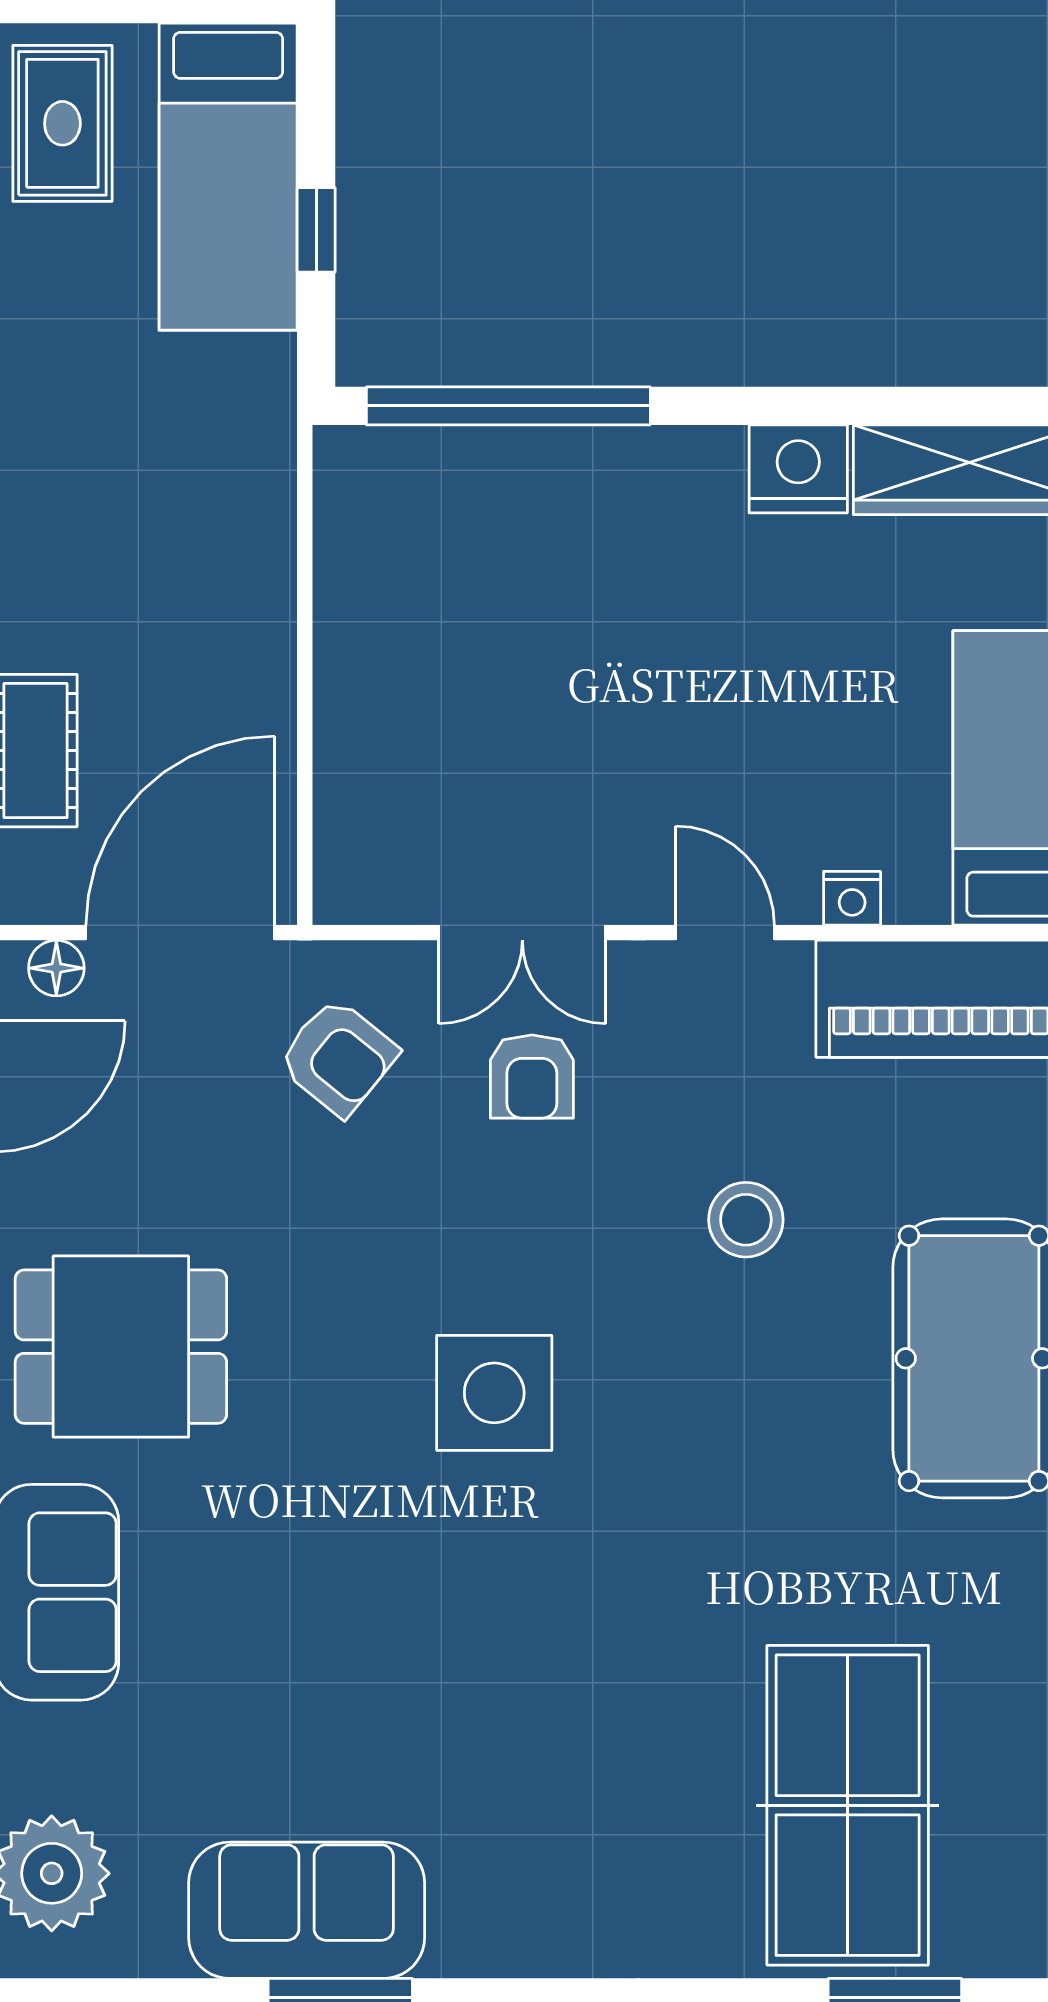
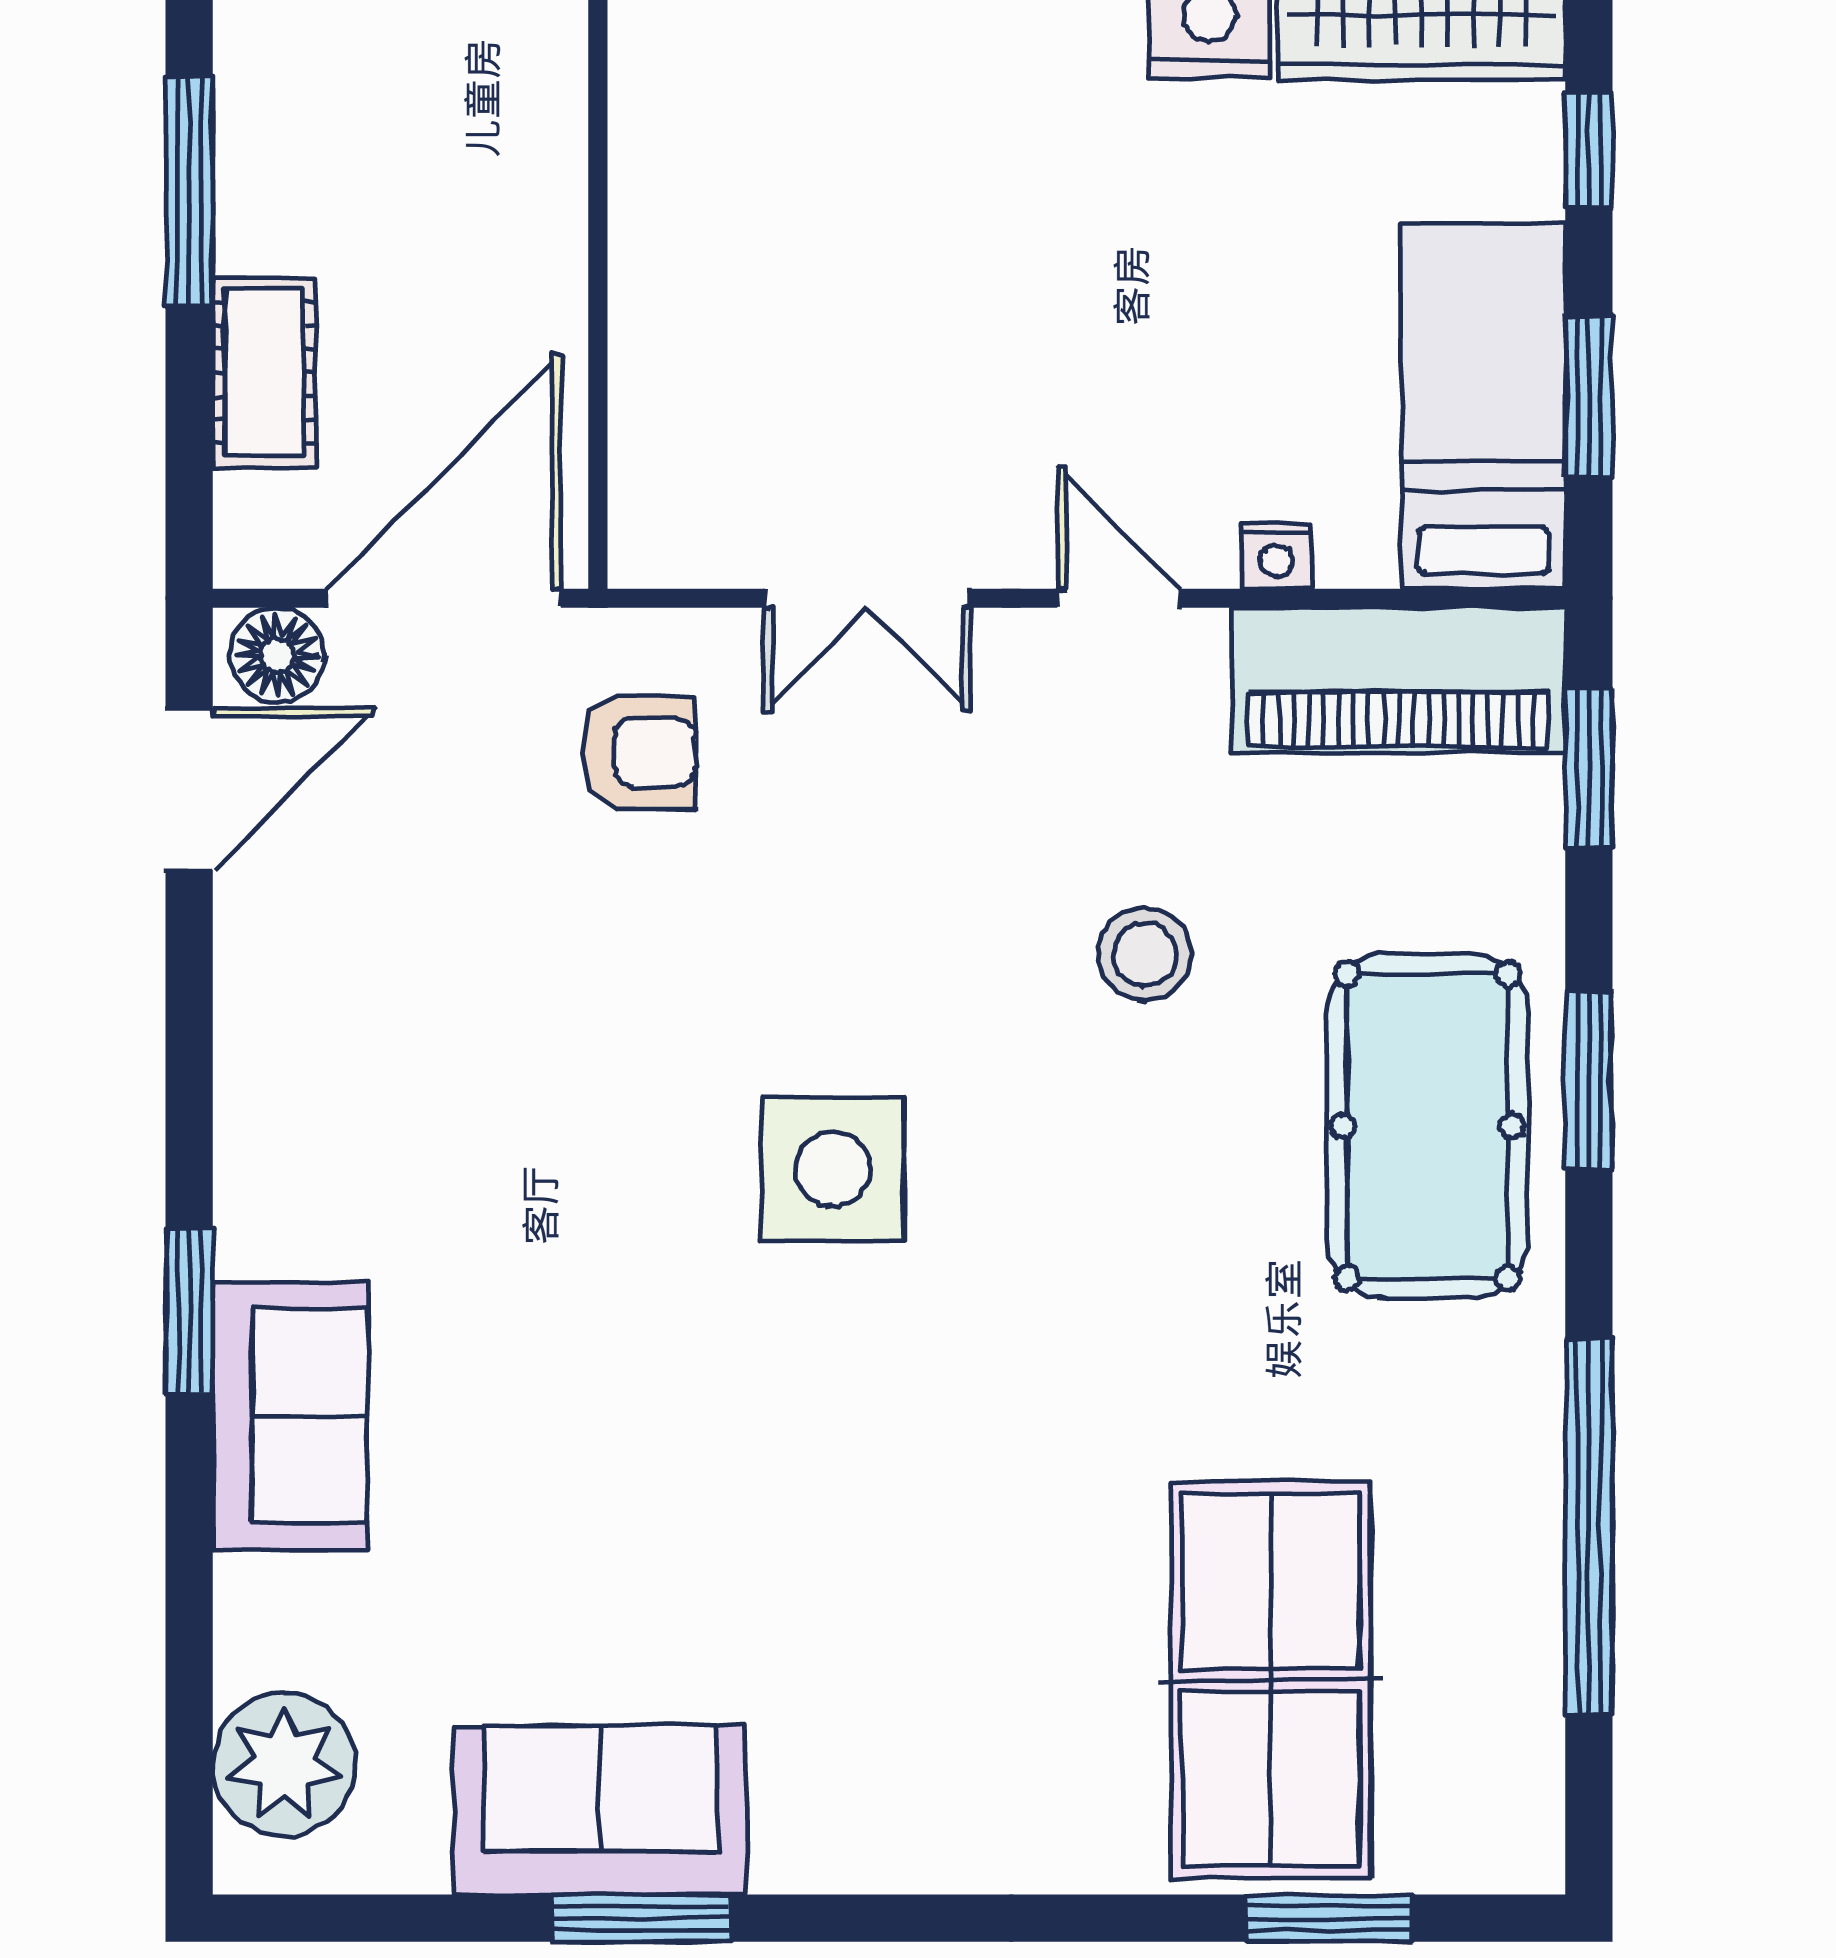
floor lamp: (56, 968) -> (277, 655), width x1.37, depth x1.37
armchair: (338, 1057) -> (639, 753), turned -39
armchair: (532, 1077) -> (879, 777), removed
dining table: (121, 1347) -> (370, 1111), removed

